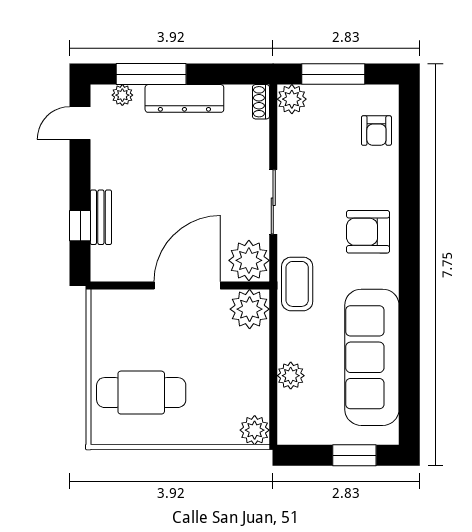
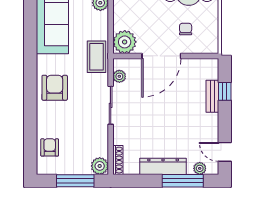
shoe rack: (261, 102) -> (118, 160), width x1.43
door: (80, 123) -> (225, 152), swing flipped
armchair: (368, 232) -> (55, 88), turned -90
plant: (249, 260) -> (119, 76), width x0.53, depth x0.53
chair: (146, 331) -> (186, 29), added

